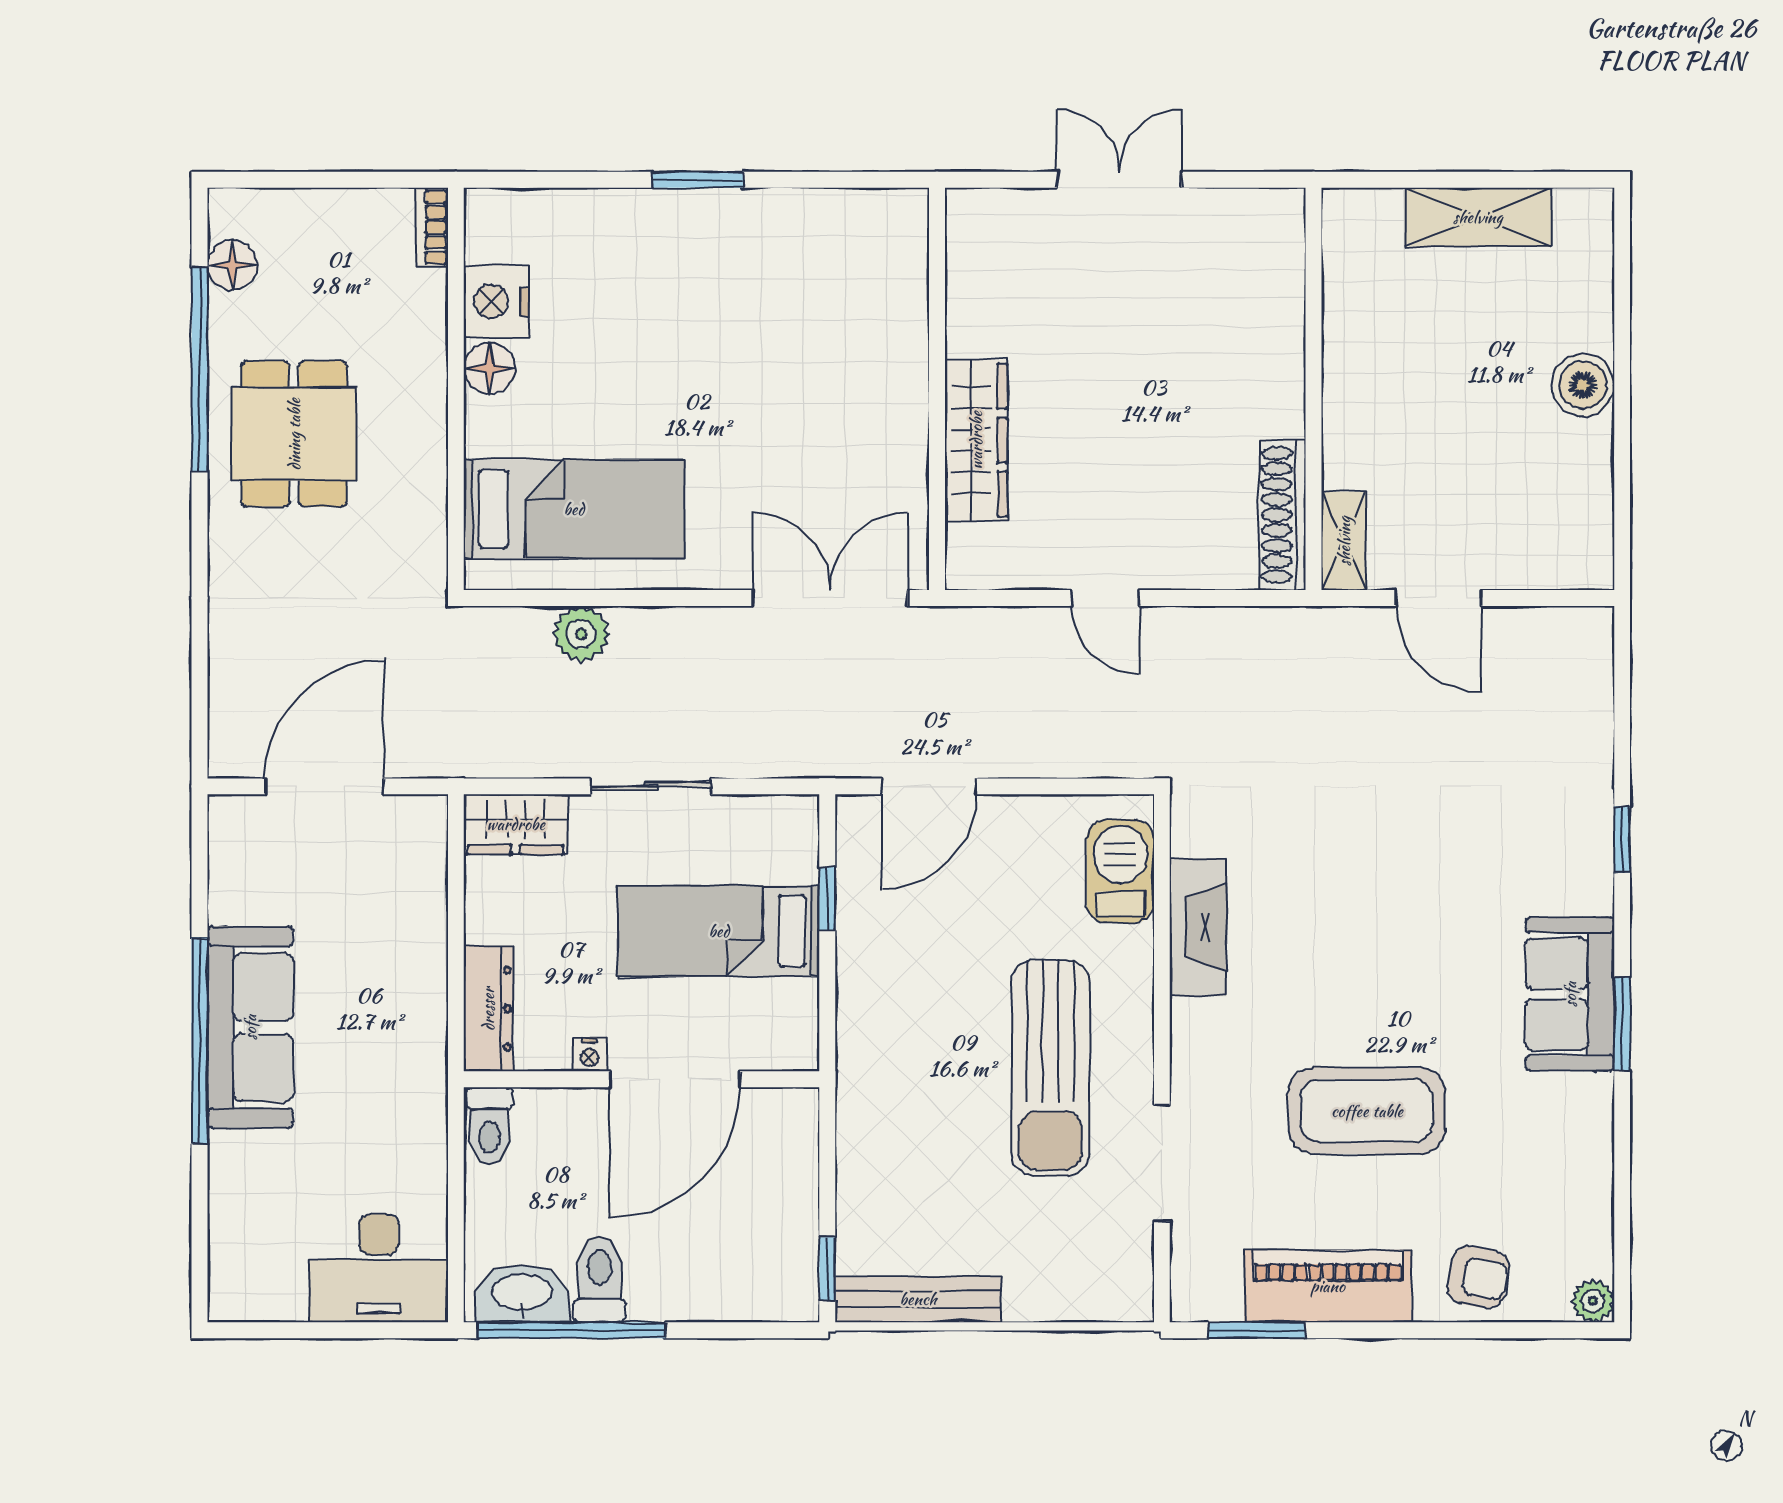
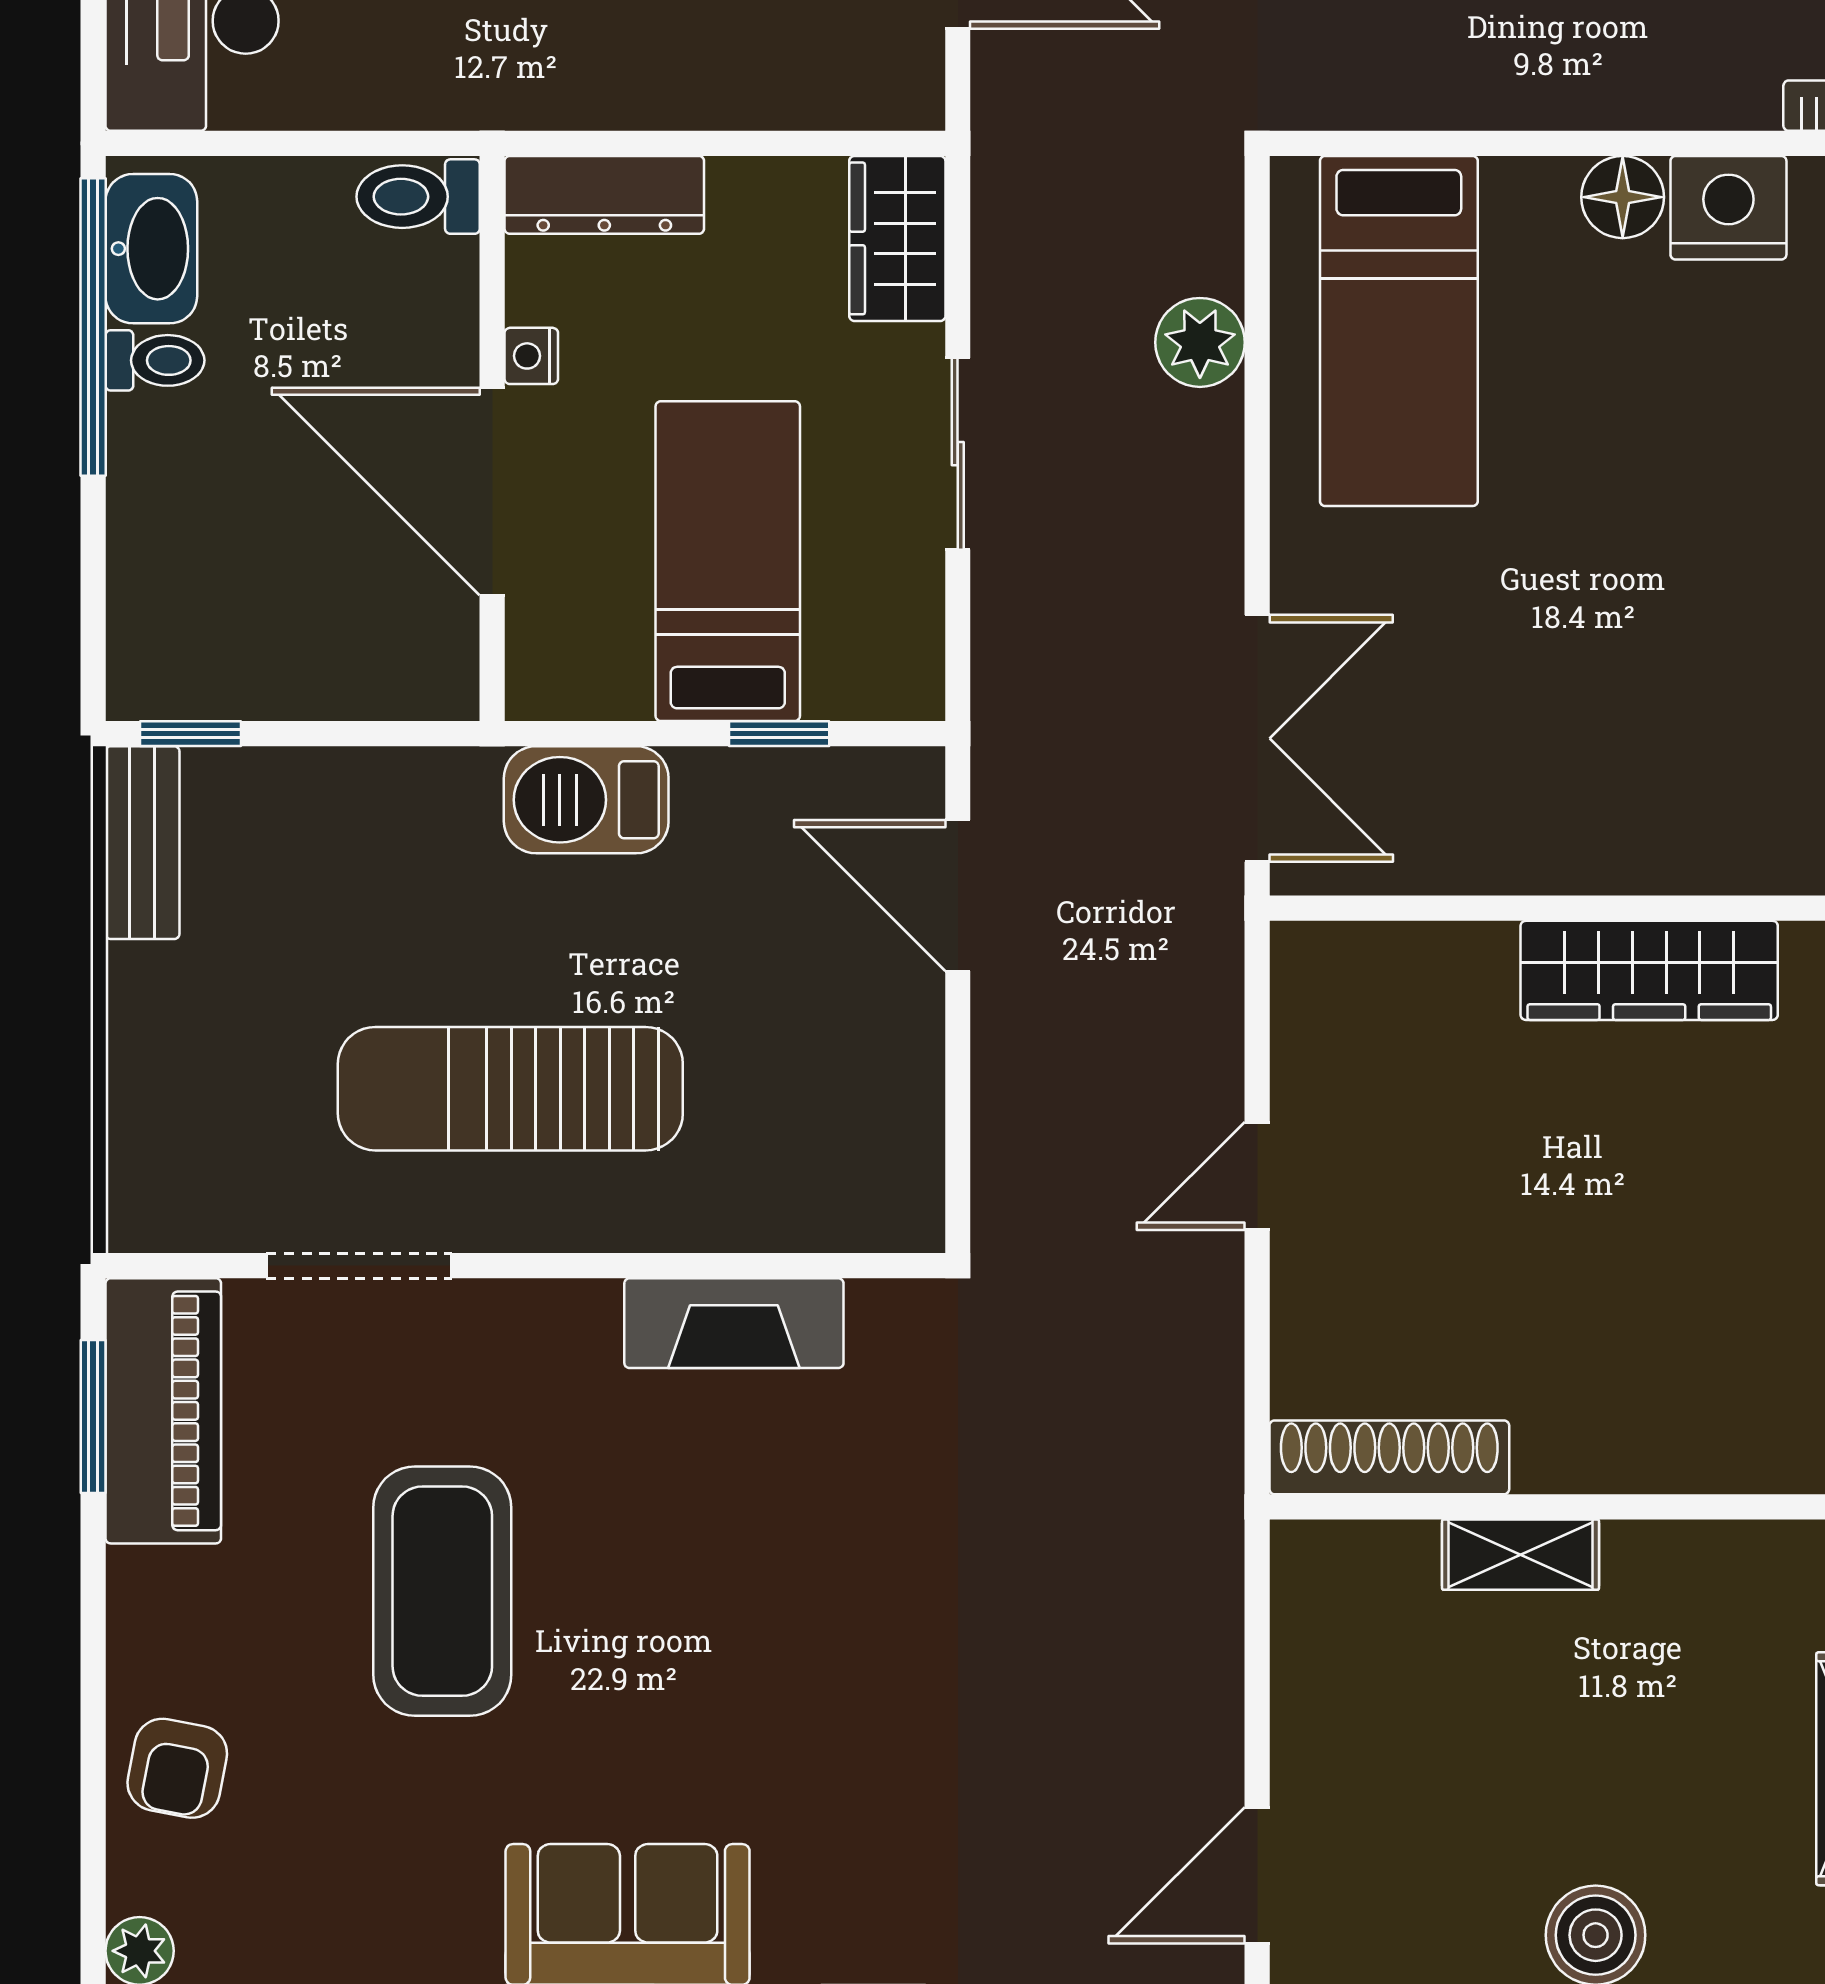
wardrobe: (976, 440) -> (1649, 970), moved
shelving: (1344, 541) -> (1520, 1555), moved
door: (1438, 598) -> (1257, 1875), moved
barbecue: (1120, 871) -> (586, 800), moved, turned 180
toilet: (599, 1279) -> (155, 360), width x0.73, depth x0.72
piano: (1328, 1286) -> (163, 1411), moved
bench: (918, 1299) -> (142, 843), width x0.73

